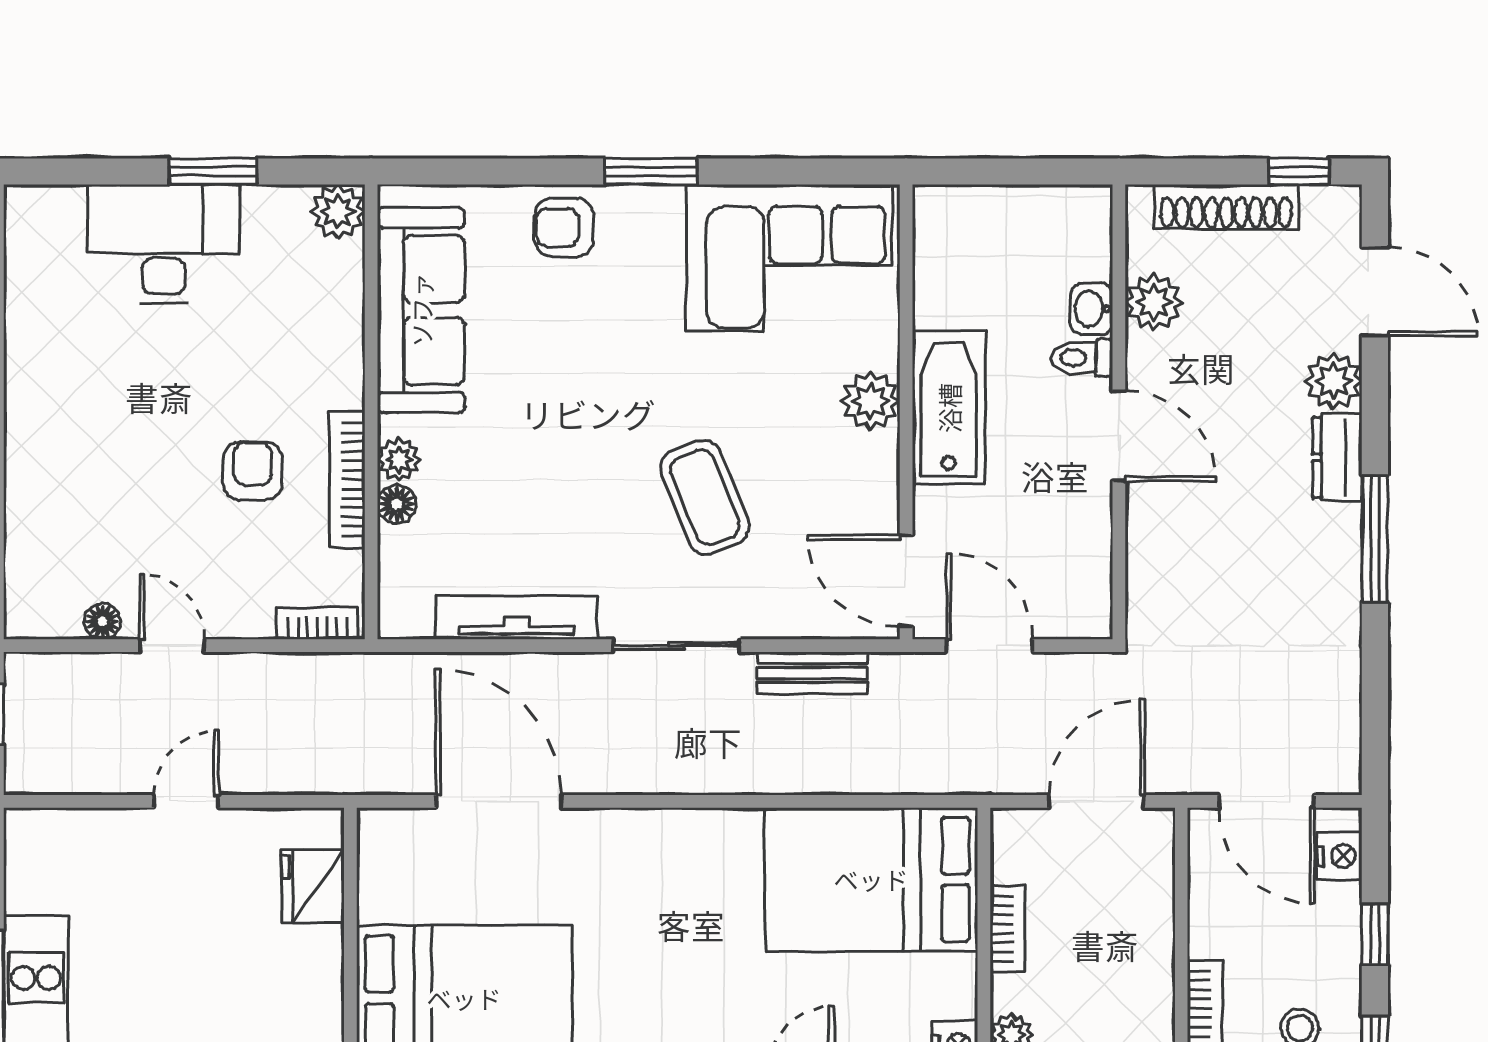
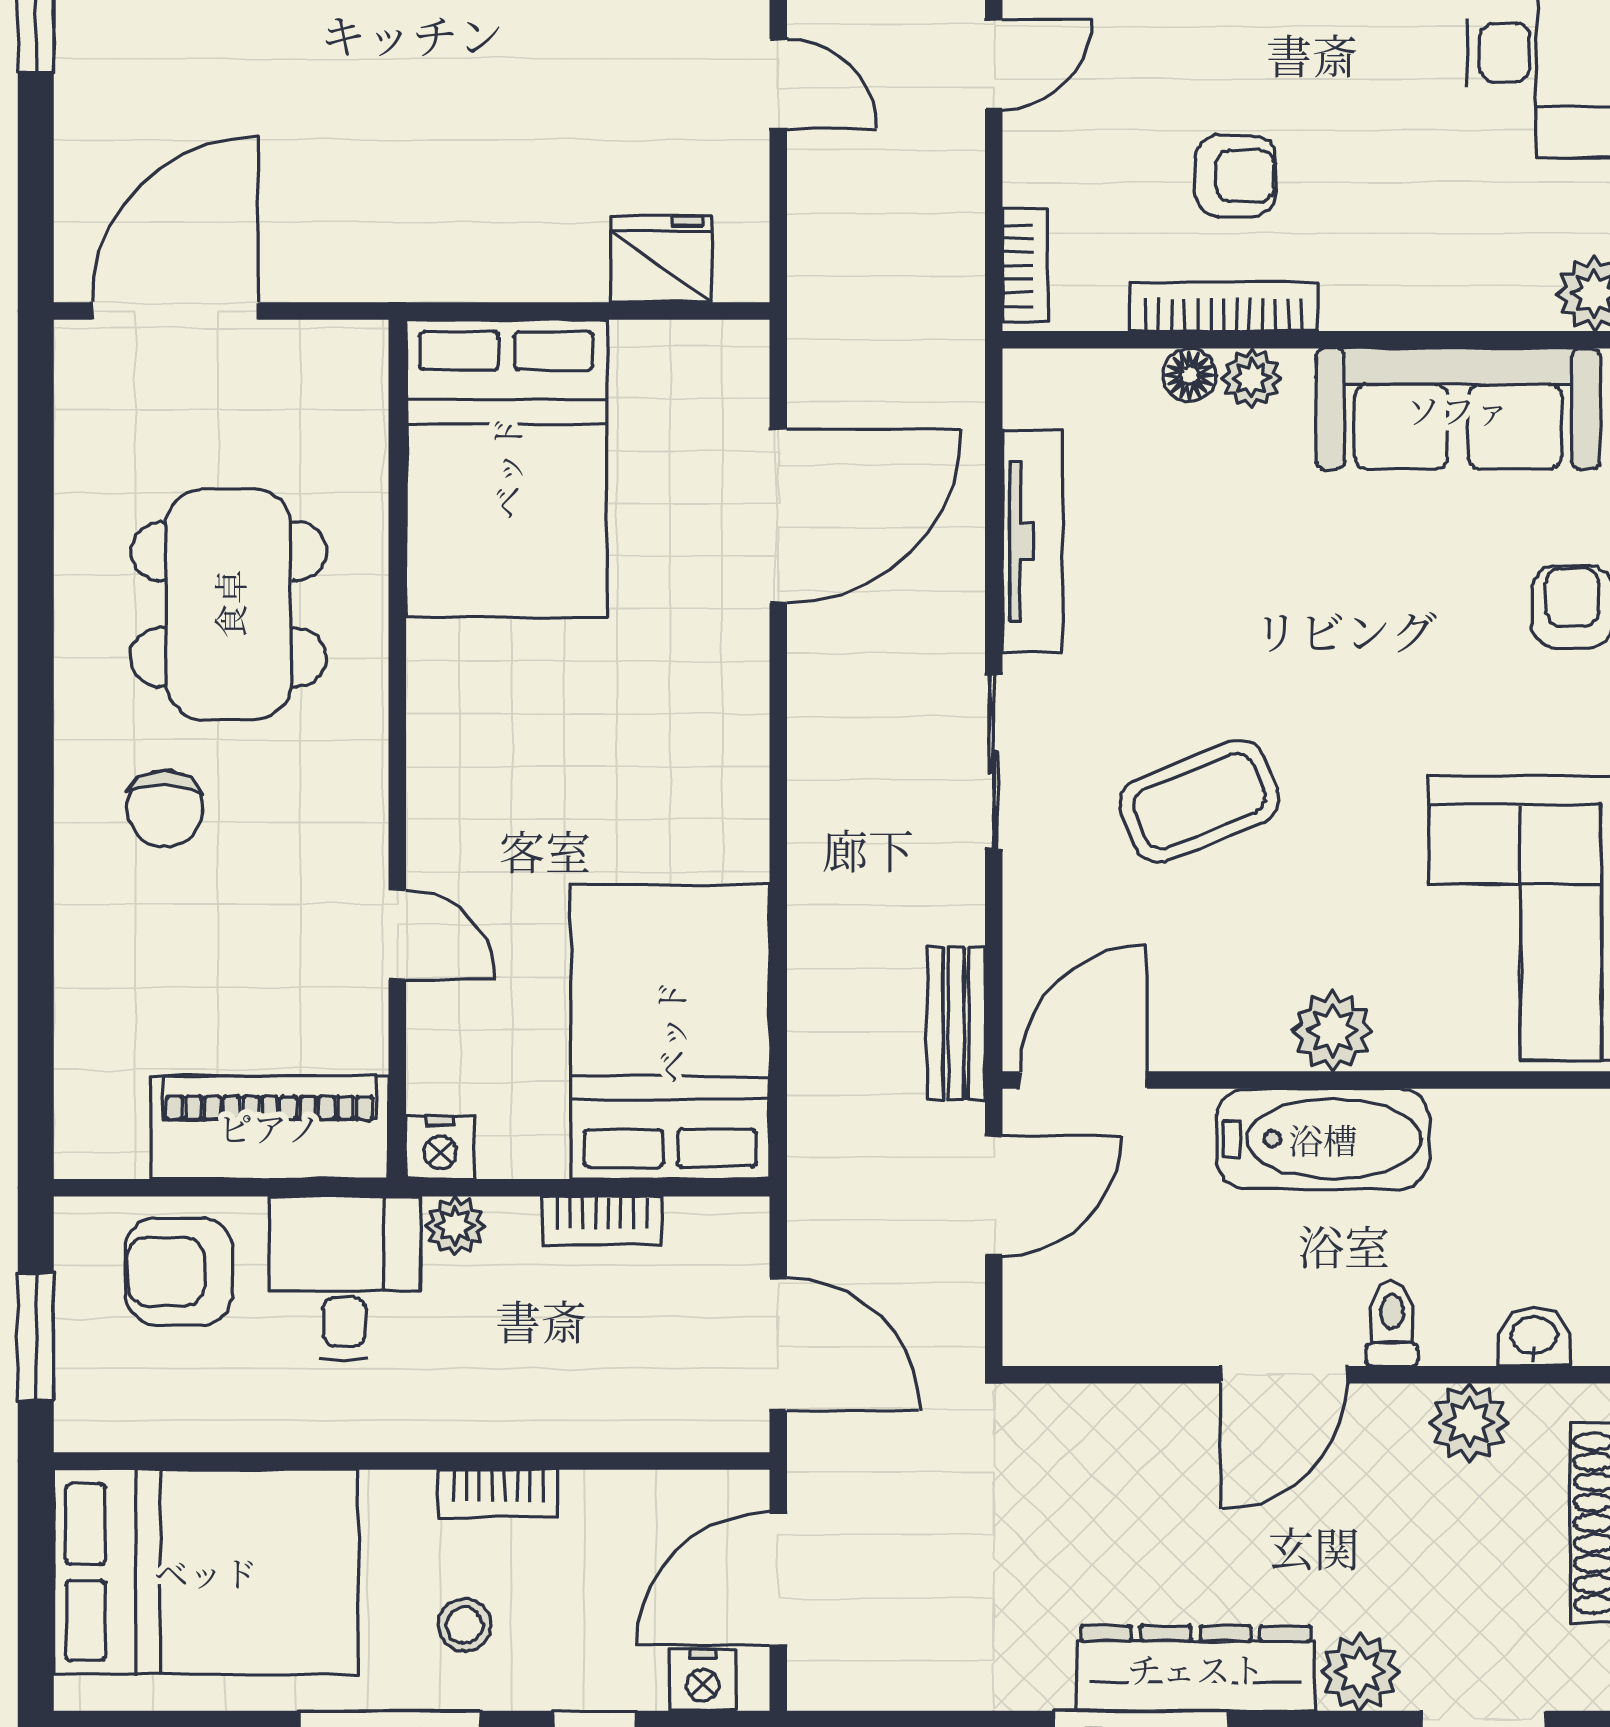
washbasin: (1092, 309) -> (1534, 1337), moved
dresser: (1337, 457) -> (1196, 1668), width x1.96, depth x1.24
bench: (812, 673) -> (956, 1023), moved

